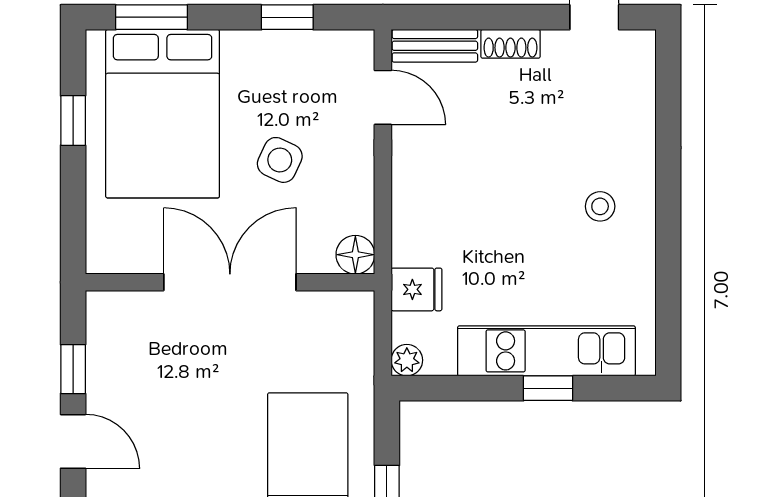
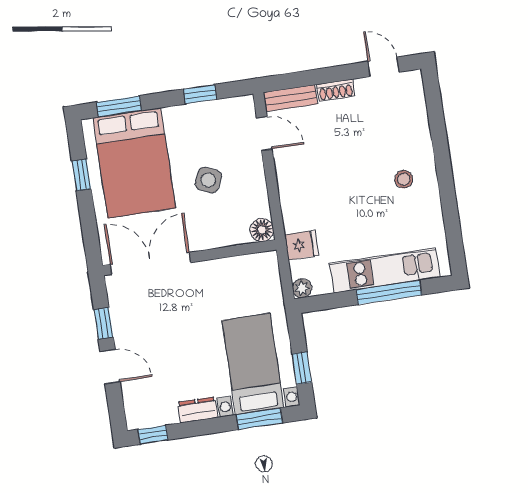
double door: (230, 282) -> (150, 263), moved
window: (548, 388) -> (389, 292), width x2.17

